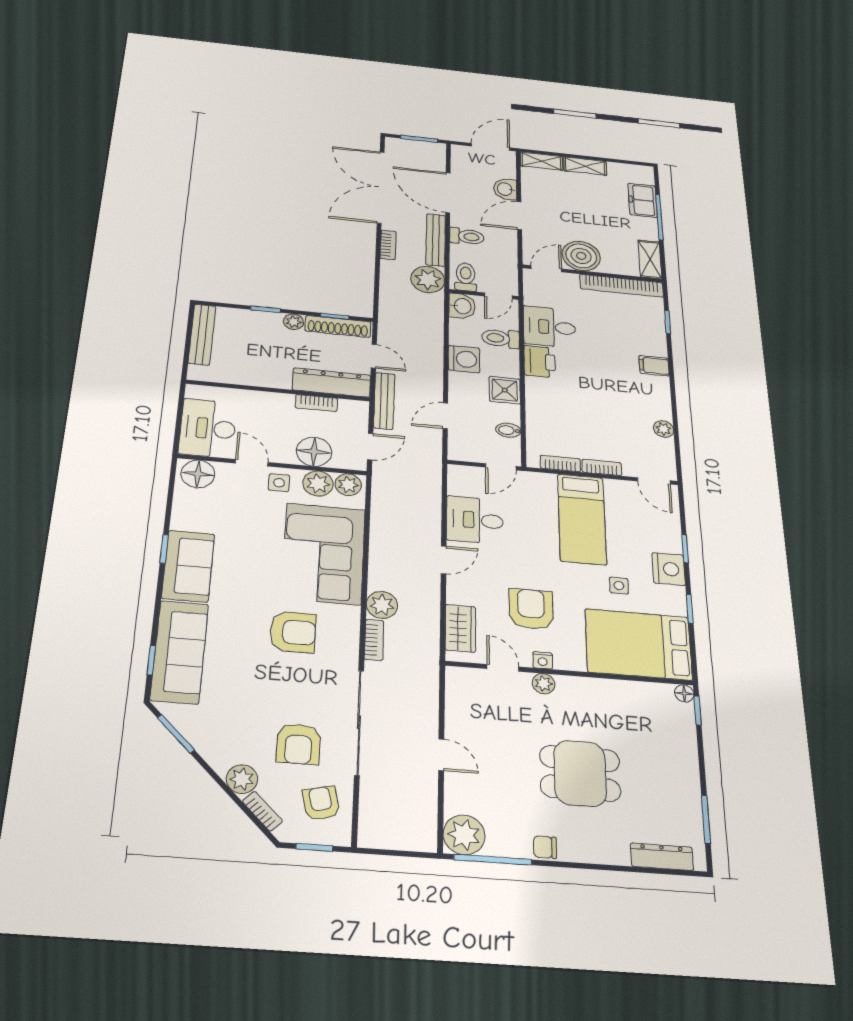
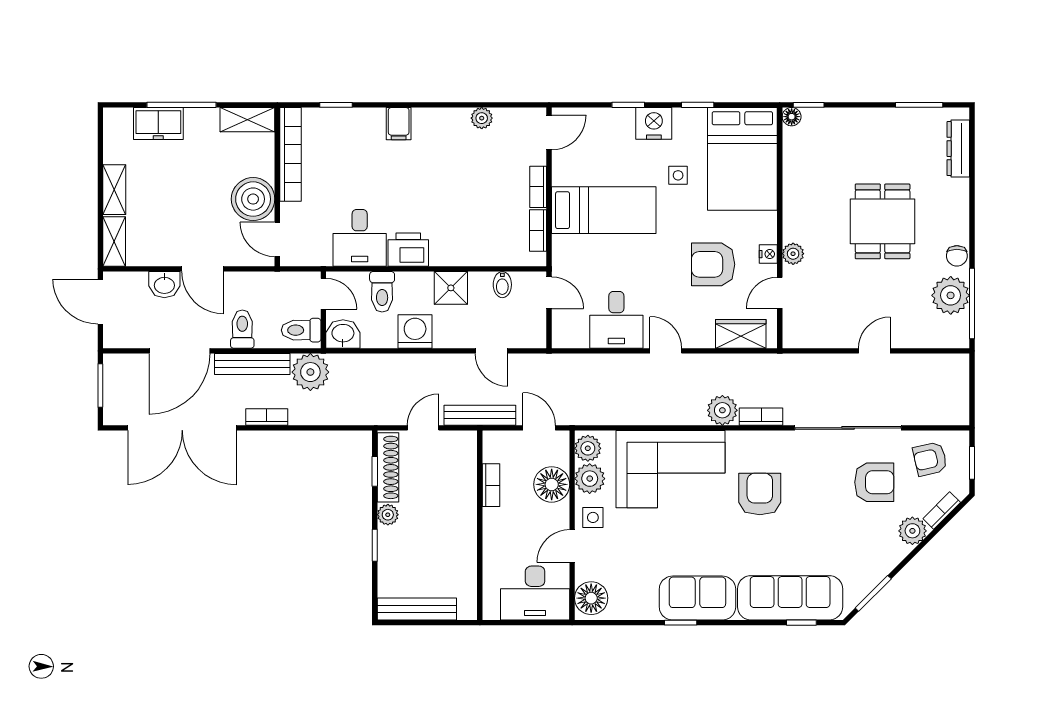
dresser: (332, 382) -> (463, 471), removed
plant: (464, 835) -> (951, 295), moved

